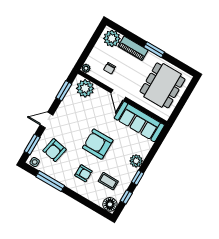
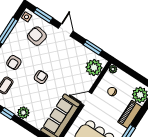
armchair: (98, 144) -> (41, 77), width x0.53, depth x0.53

